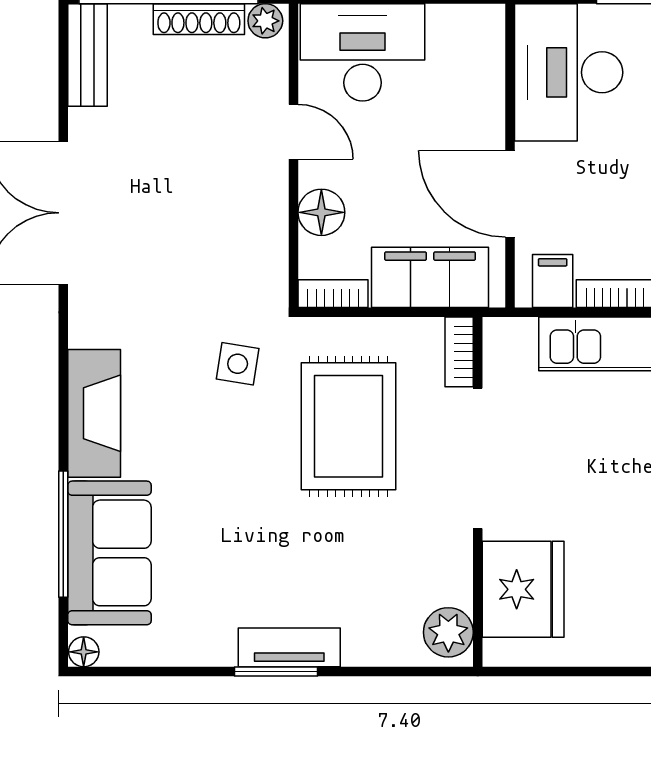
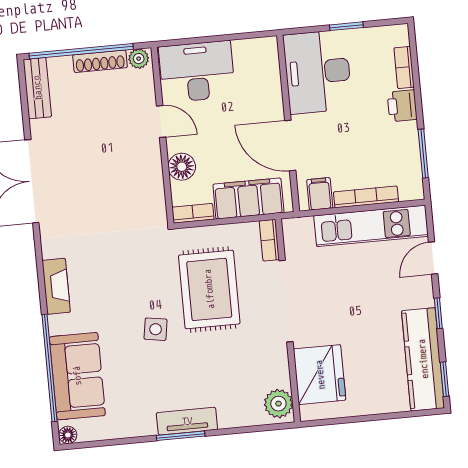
side table: (238, 364) -> (156, 329), moved
fireplace: (94, 413) -> (56, 286), width x0.73, depth x0.76
window: (63, 534) -> (49, 368), width x1.46

